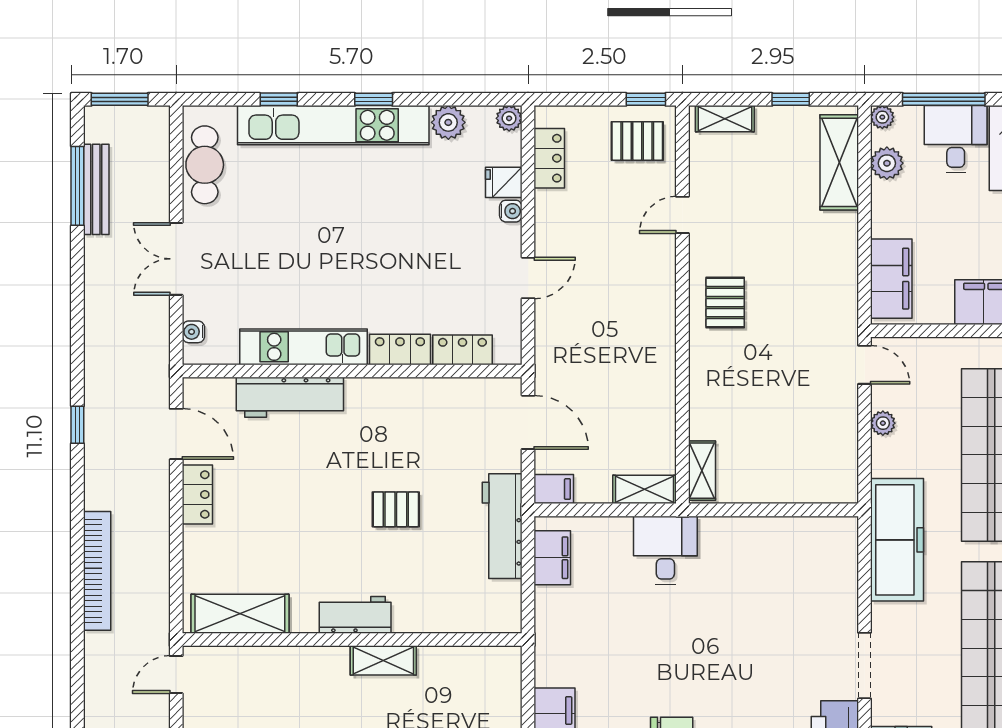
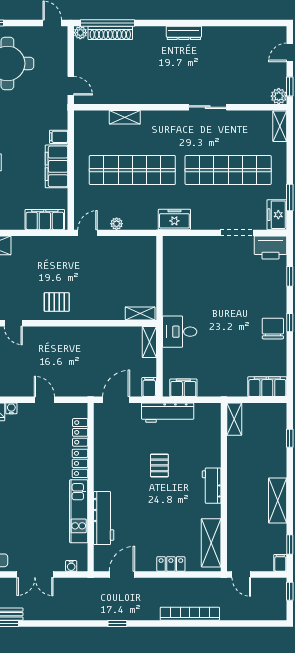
locker: (197, 495) -> (171, 564), moved
freezer: (897, 540) -> (174, 219), width x0.52, depth x0.79
shelving: (383, 660) -> (234, 419), moved

